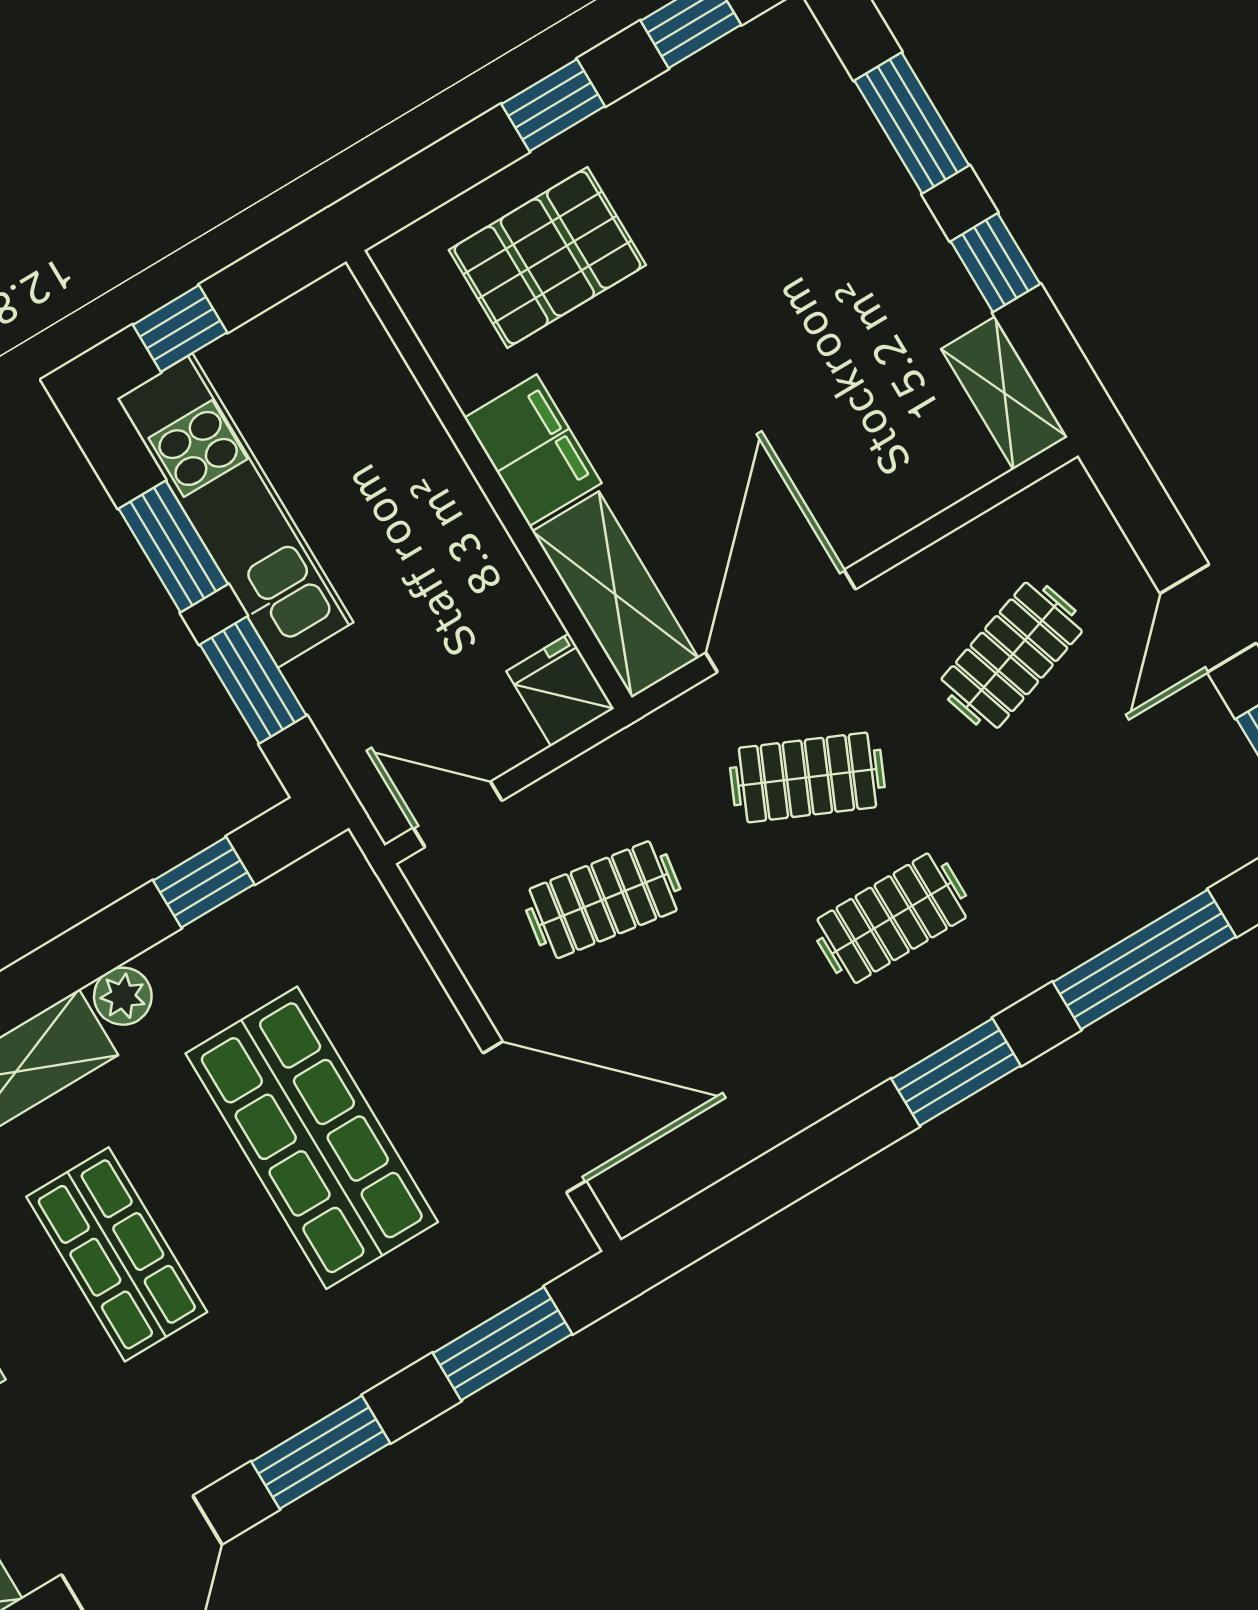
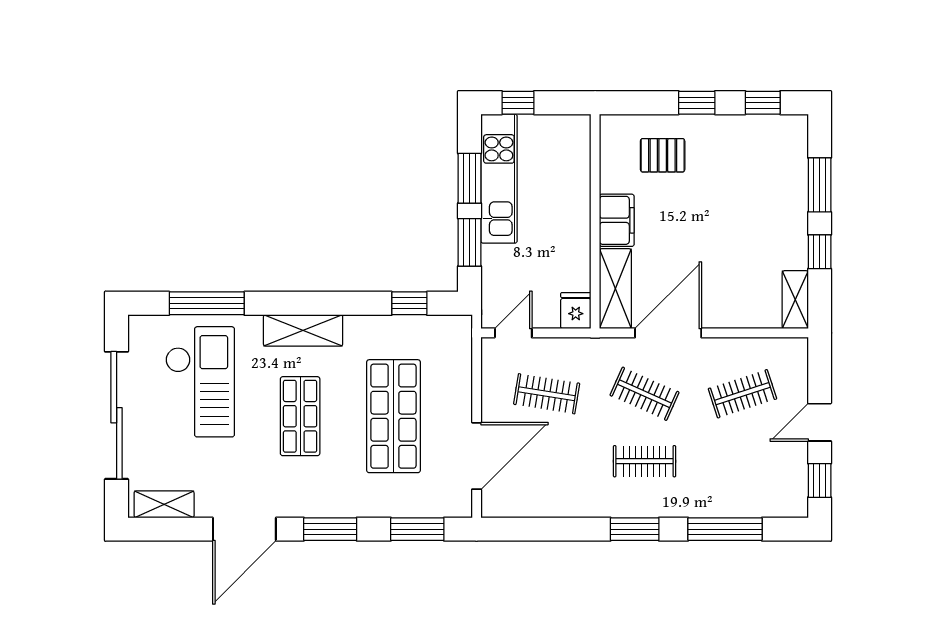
pallet: (547, 257) -> (663, 155), width x0.67, depth x0.71
door: (458, 814) -> (513, 333), hinge flipped
plant: (123, 996) -> (357, 326), removed
door: (535, 1117) -> (477, 456), hinge flipped

